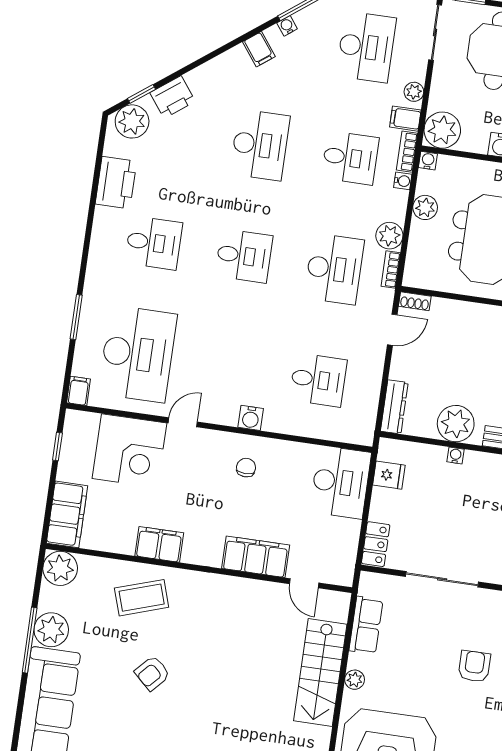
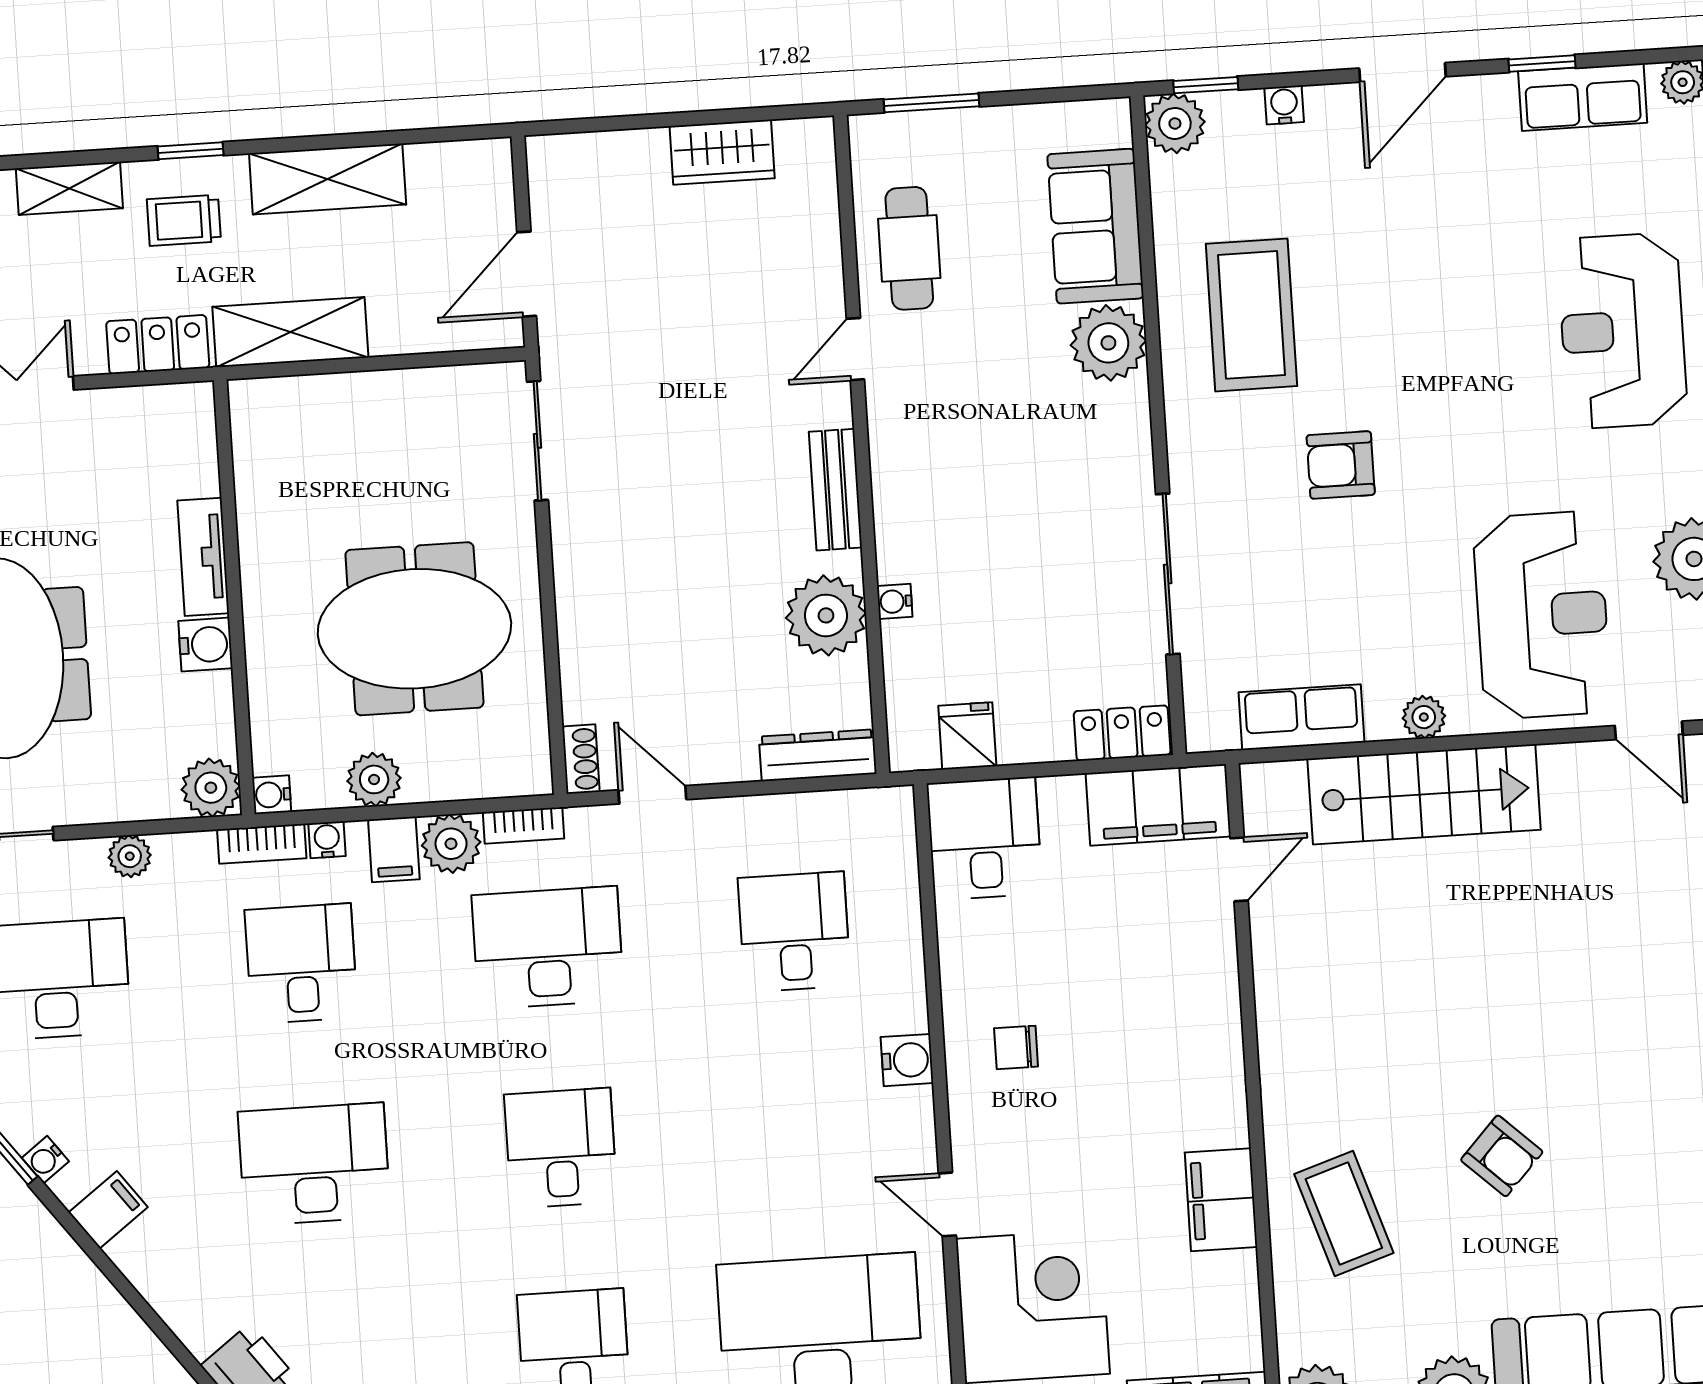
filing cabinet: (405, 119) -> (394, 849), moved
plant: (442, 130) -> (211, 788), width x0.73, depth x0.73
desk: (340, 482) -> (984, 838), width x0.73
filing cabinet: (256, 557) -> (1158, 805), moved, turned -90

